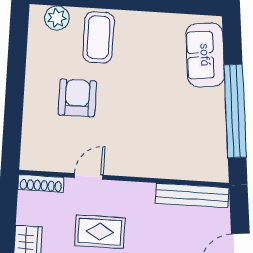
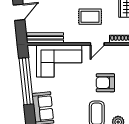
armchair: (77, 98) -> (105, 83), turned 90
corner sofa: (167, 147) -> (59, 61), added

